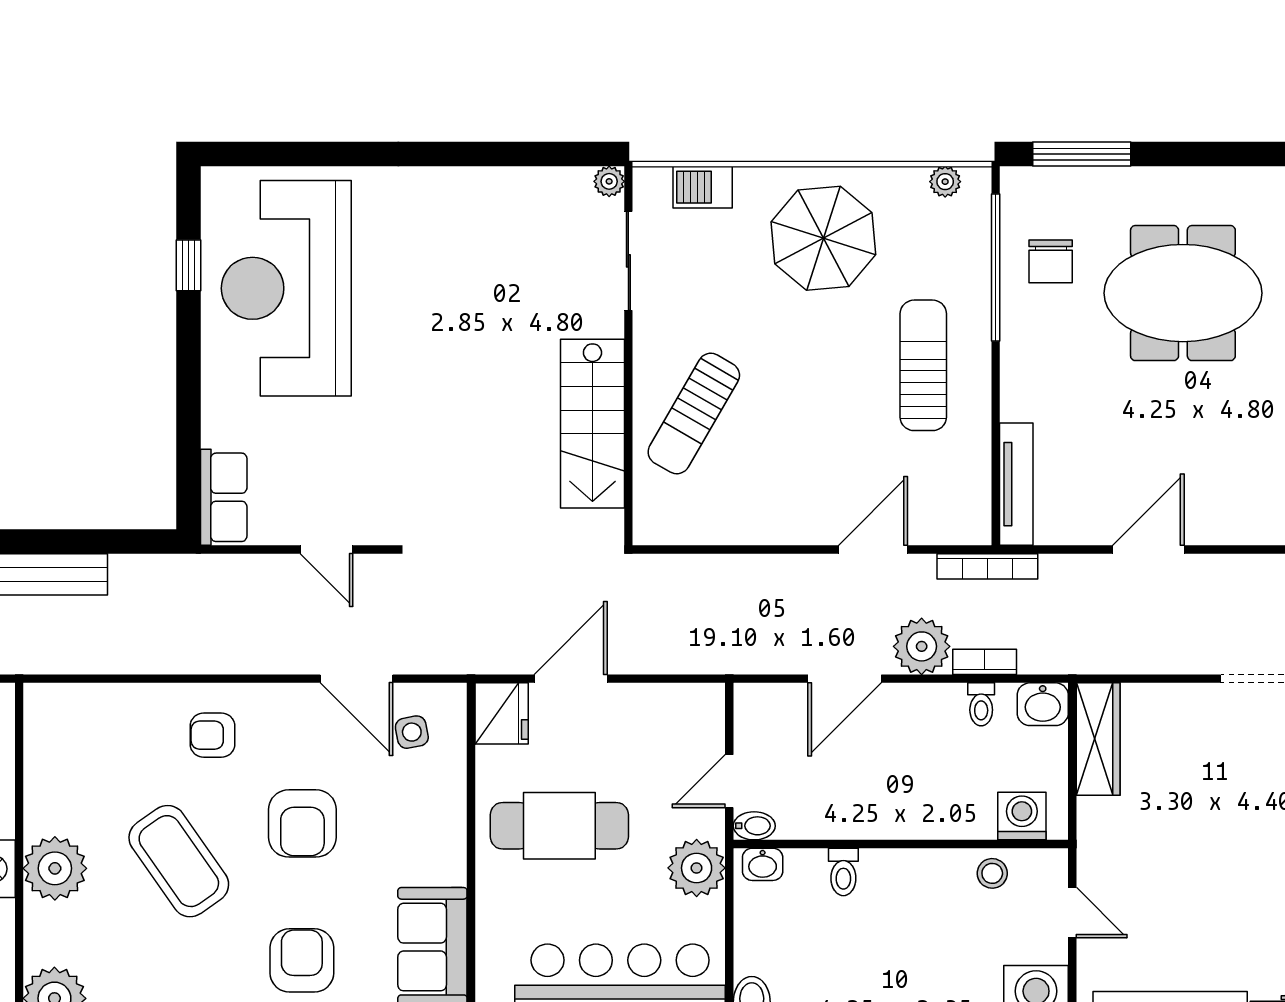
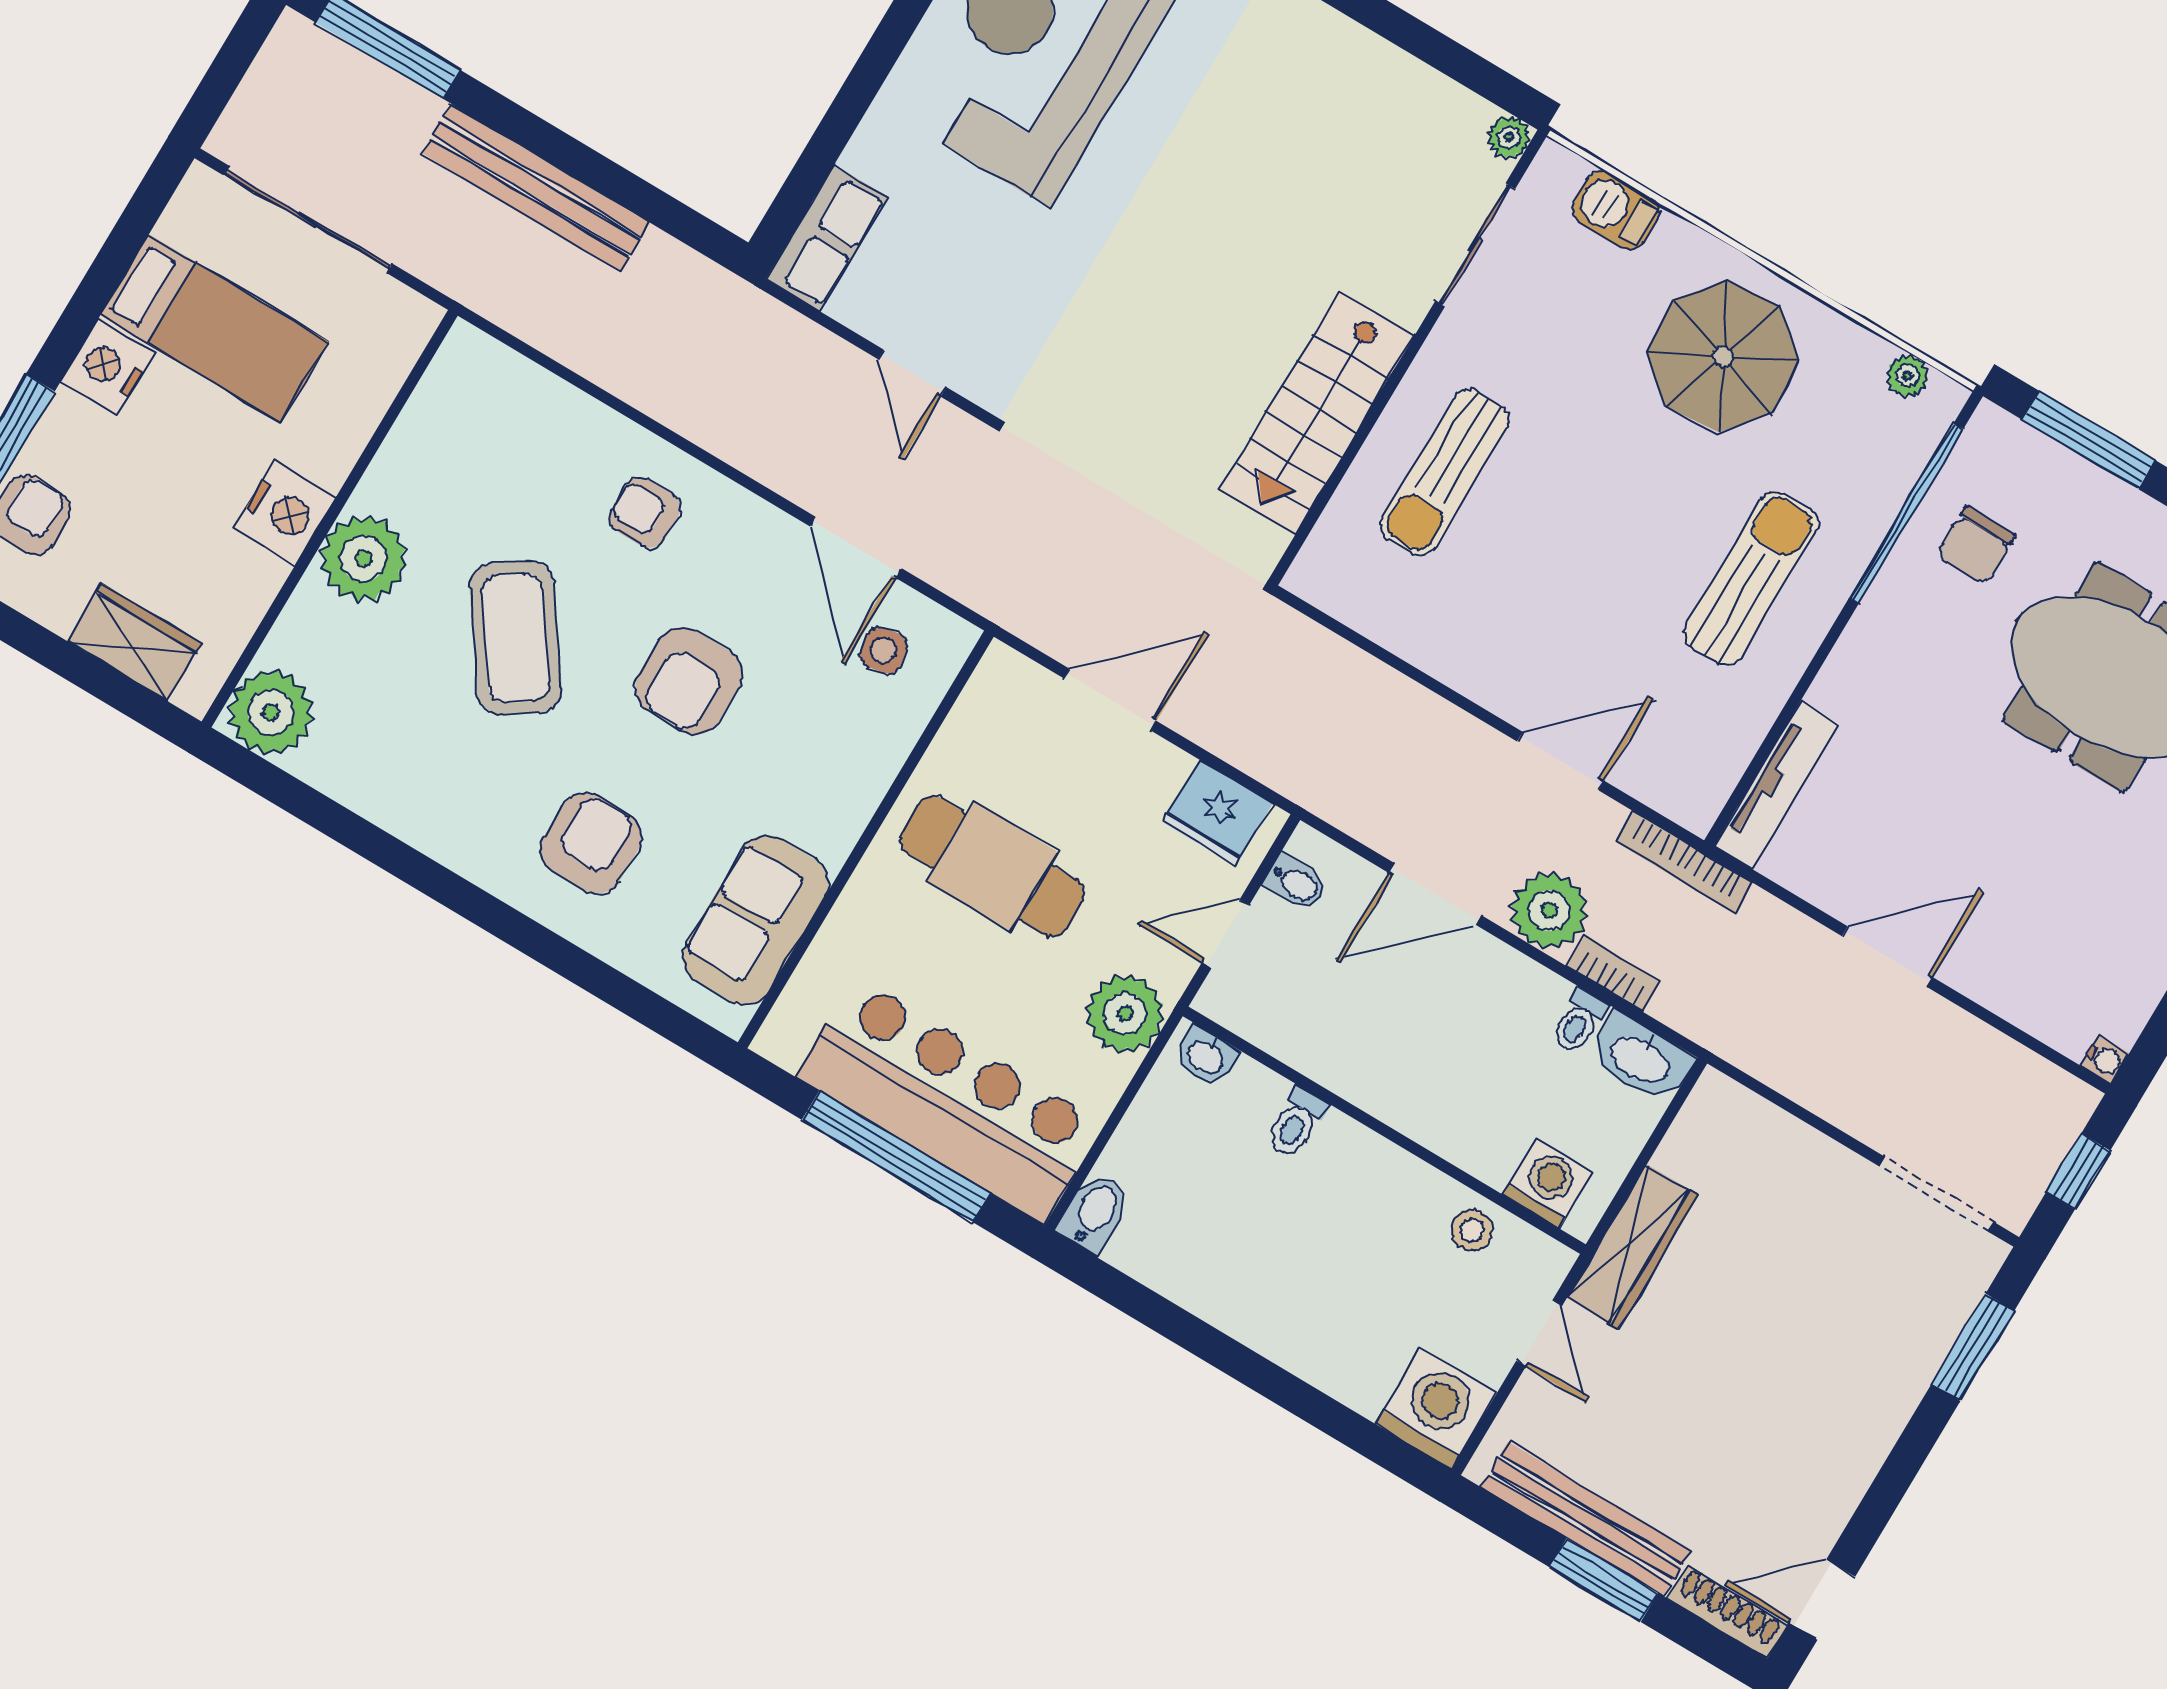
sun lounger: (694, 414) -> (1444, 473), turned -30
washbasin: (1043, 704) -> (1640, 1058), width x1.38
fridge: (502, 713) -> (1217, 813), moved, turned 90
wardrobe: (1098, 739) -> (1633, 1247), moved
bidet: (754, 826) -> (1296, 883), moved

